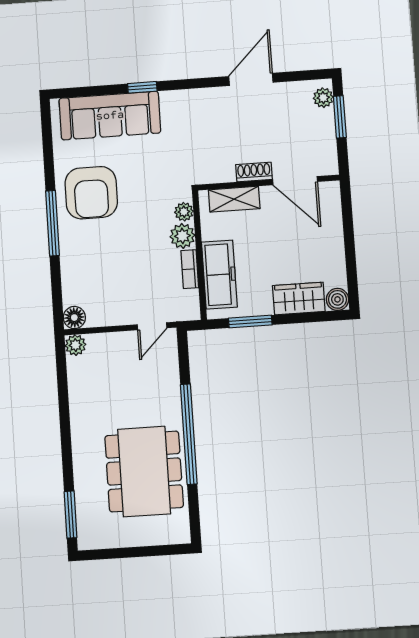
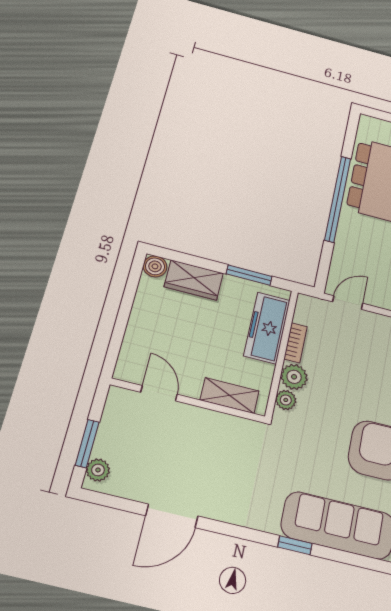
shoe rack: (254, 172) -> (200, 416), removed
door: (295, 181) -> (159, 393), width x0.73

